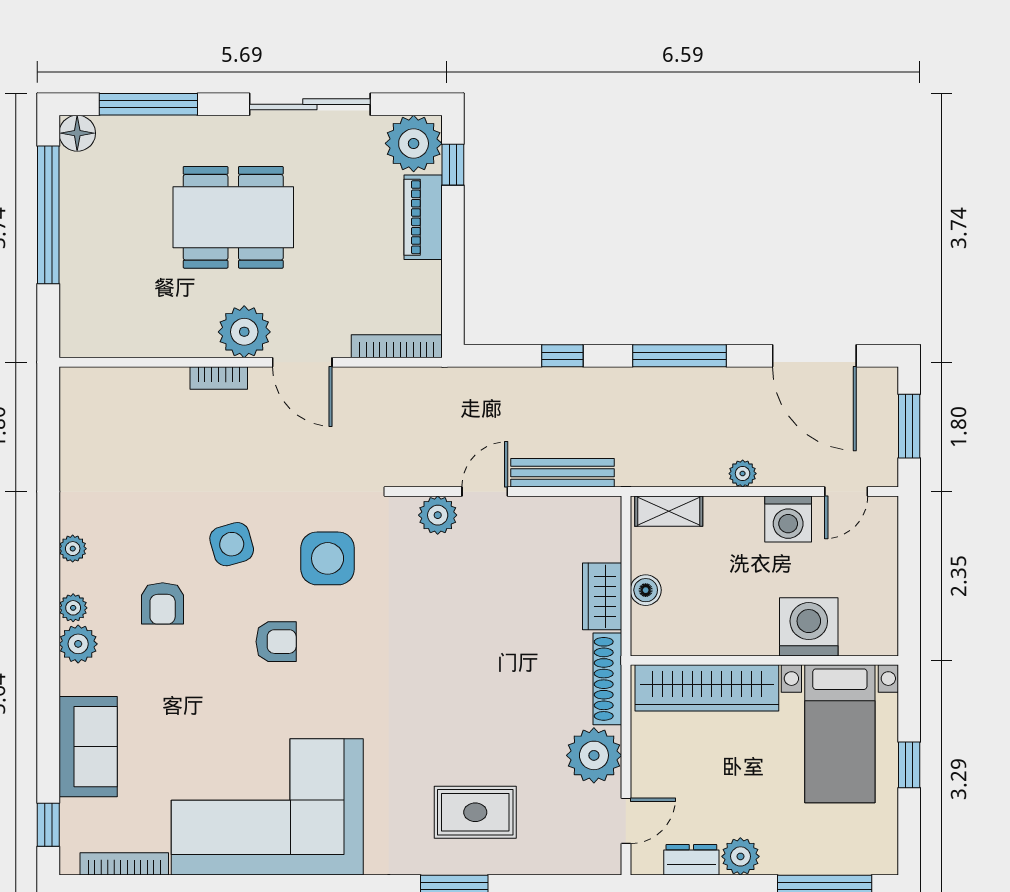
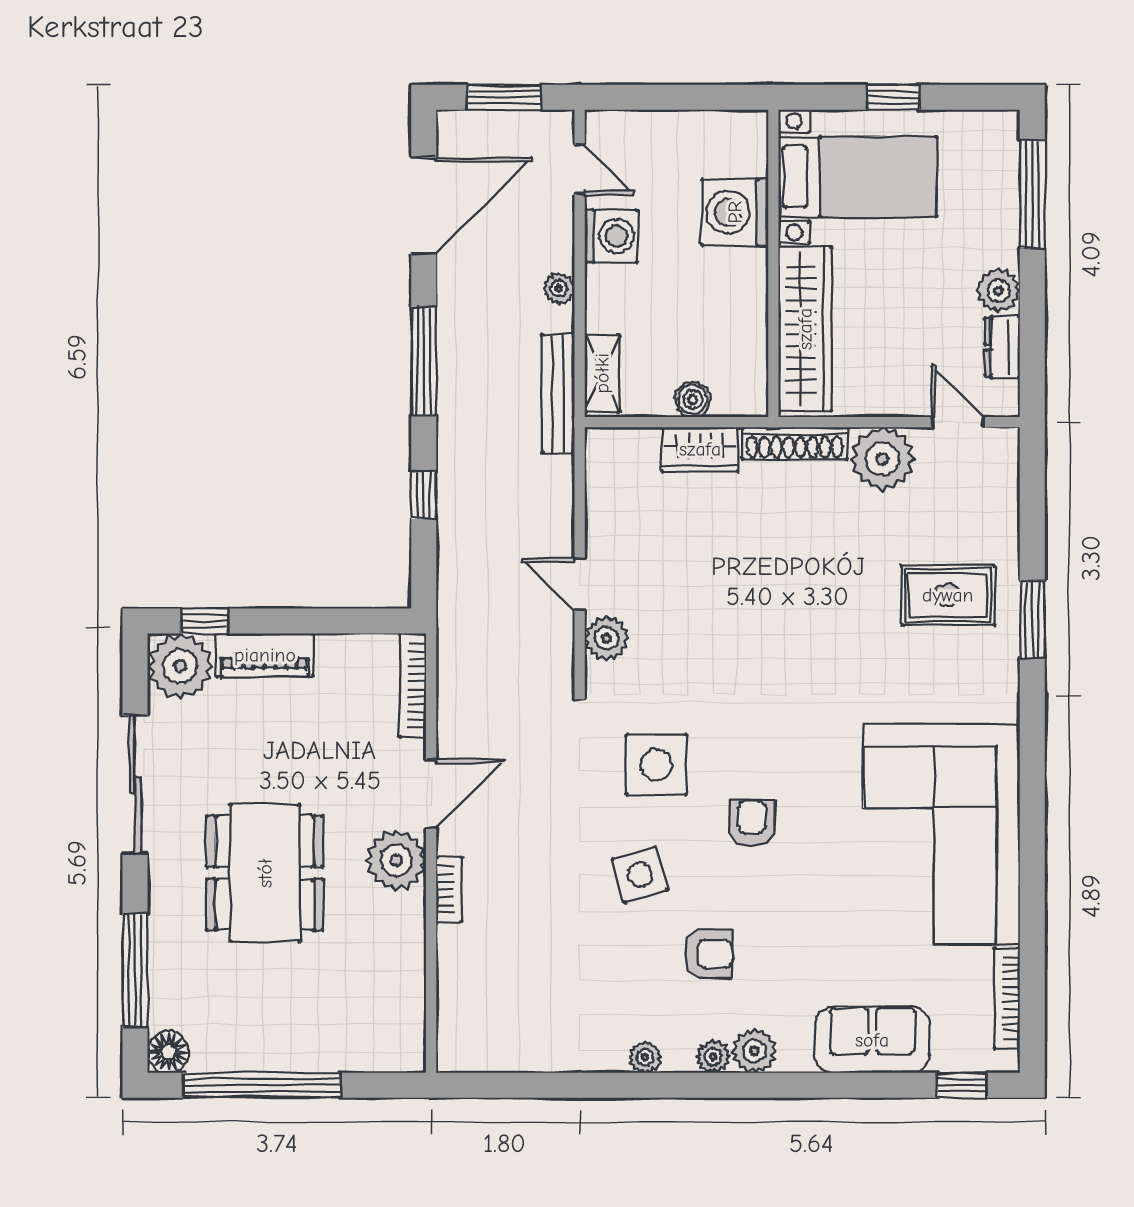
bench: (563, 473) -> (558, 393), moved
rug: (475, 812) -> (948, 595), turned 90

